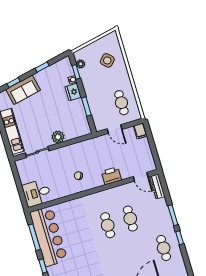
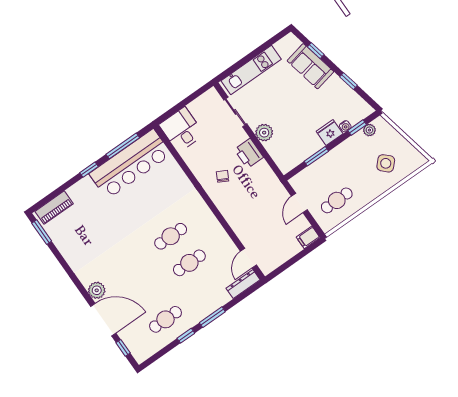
printer: (111, 176) -> (249, 153), moved, turned 180

